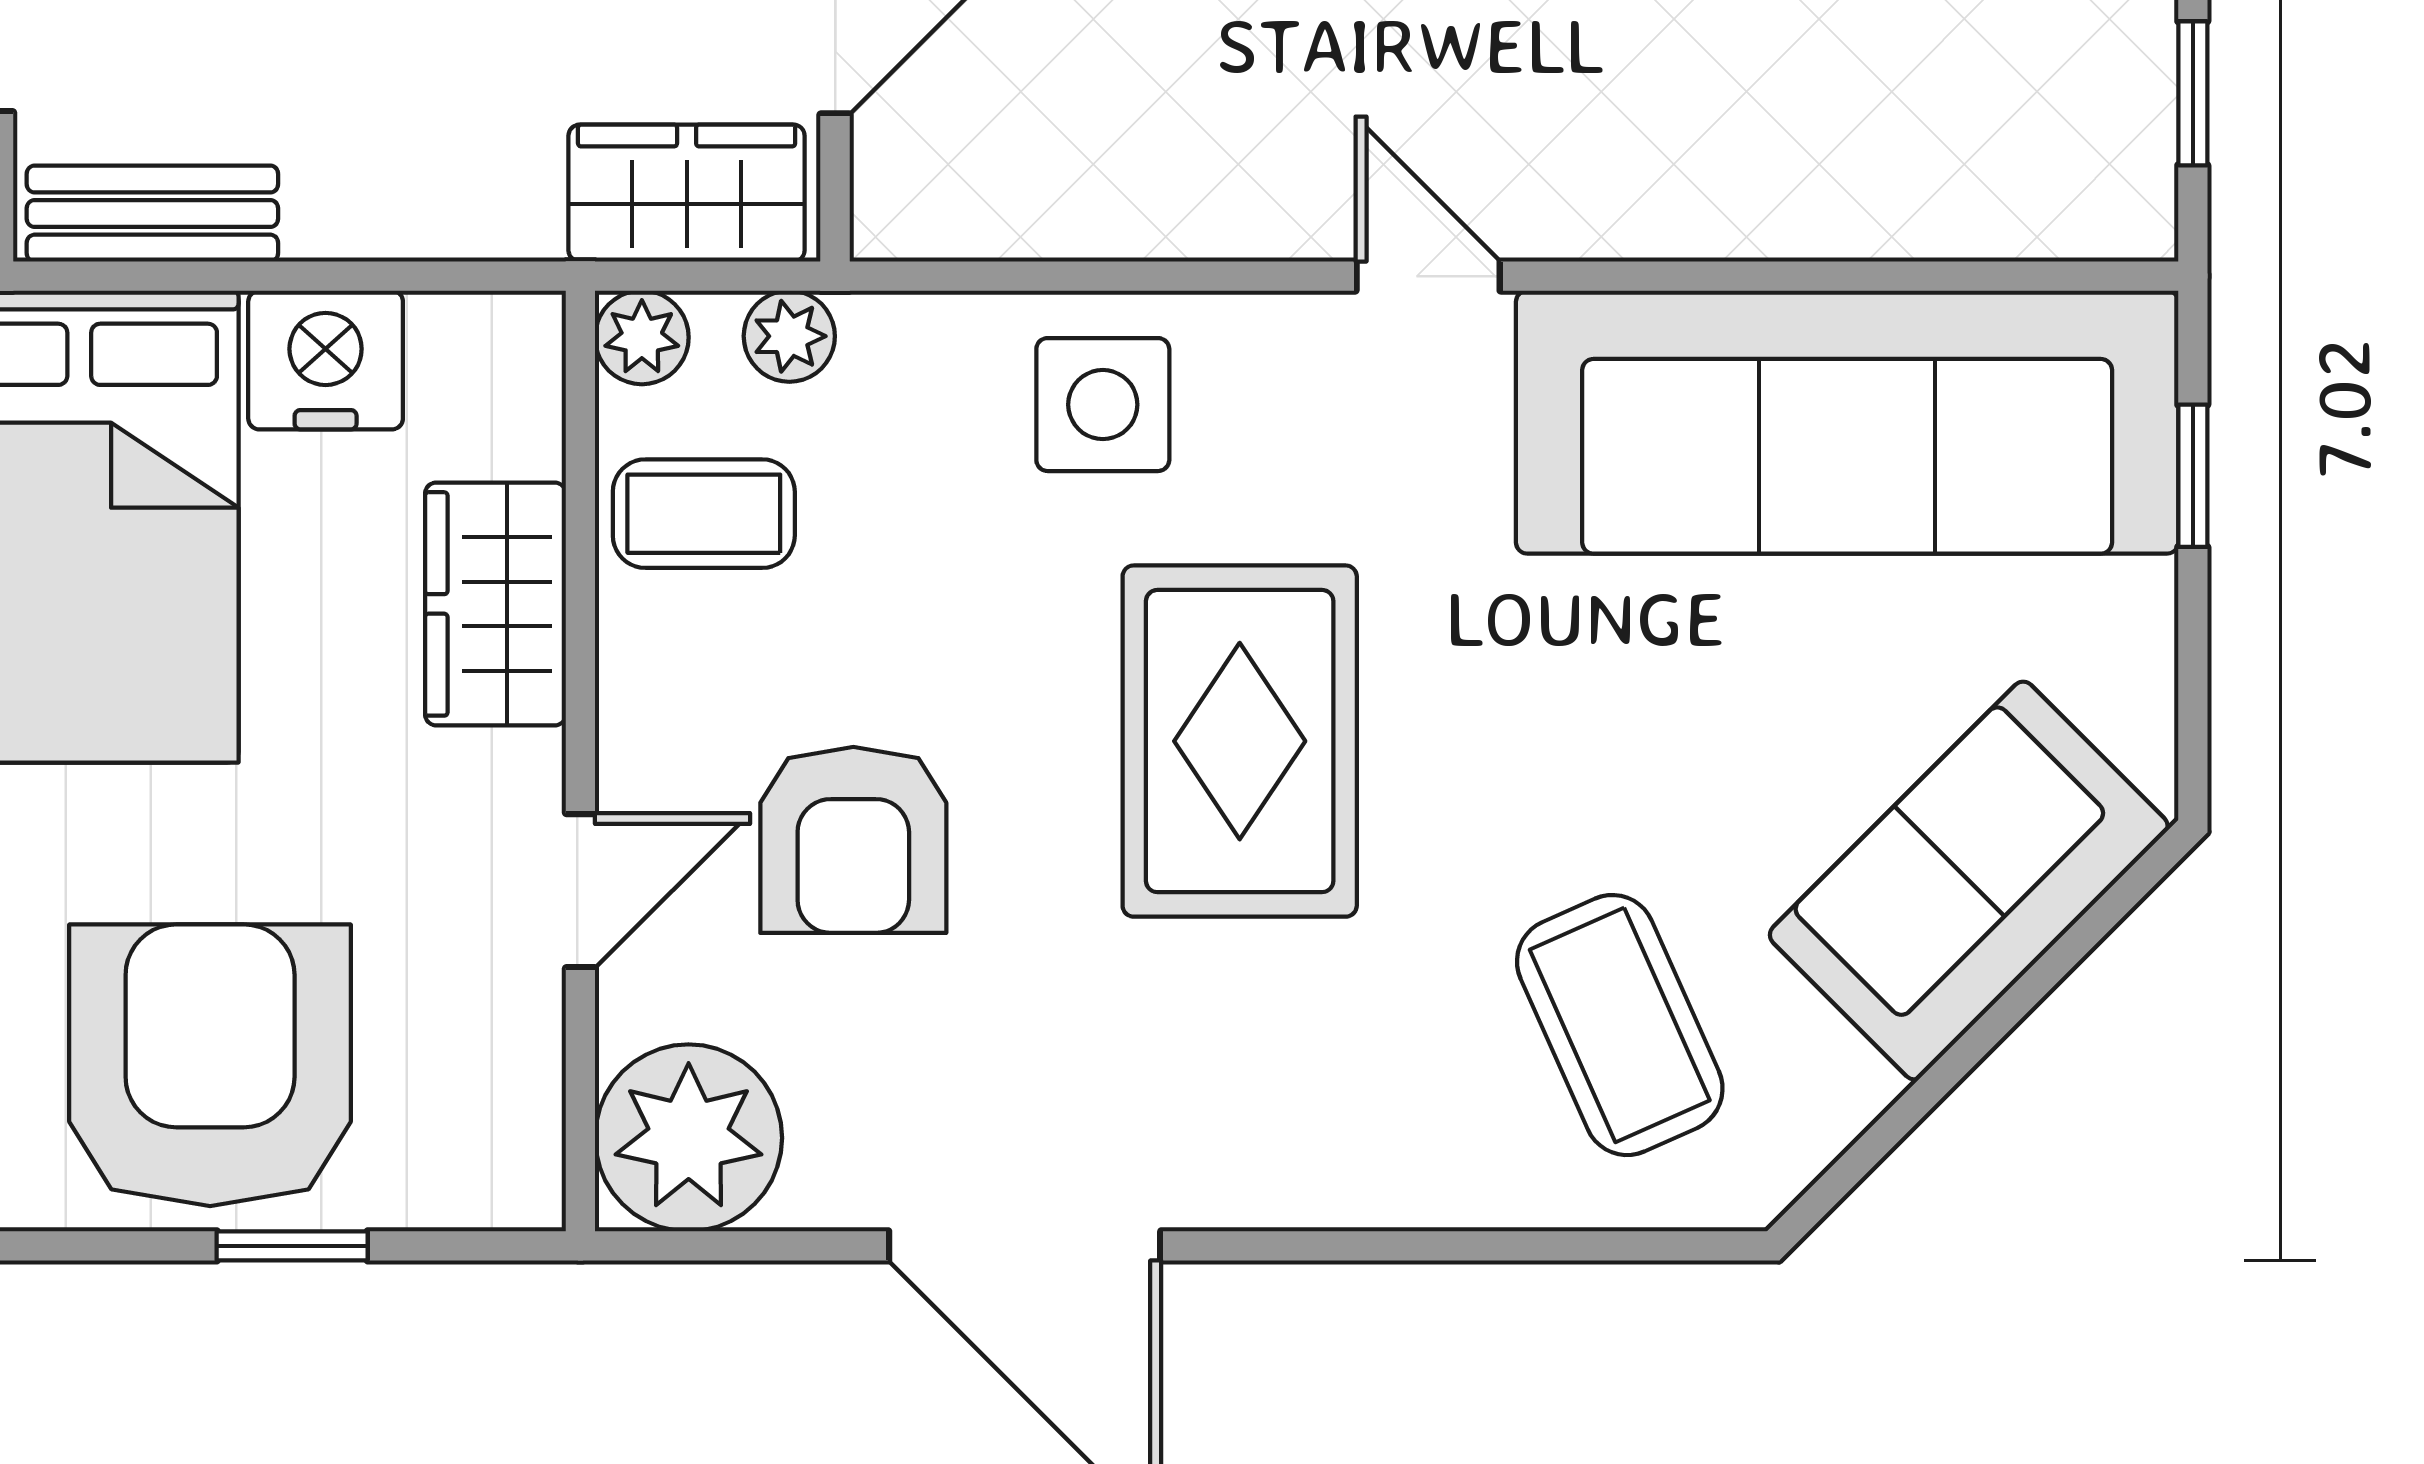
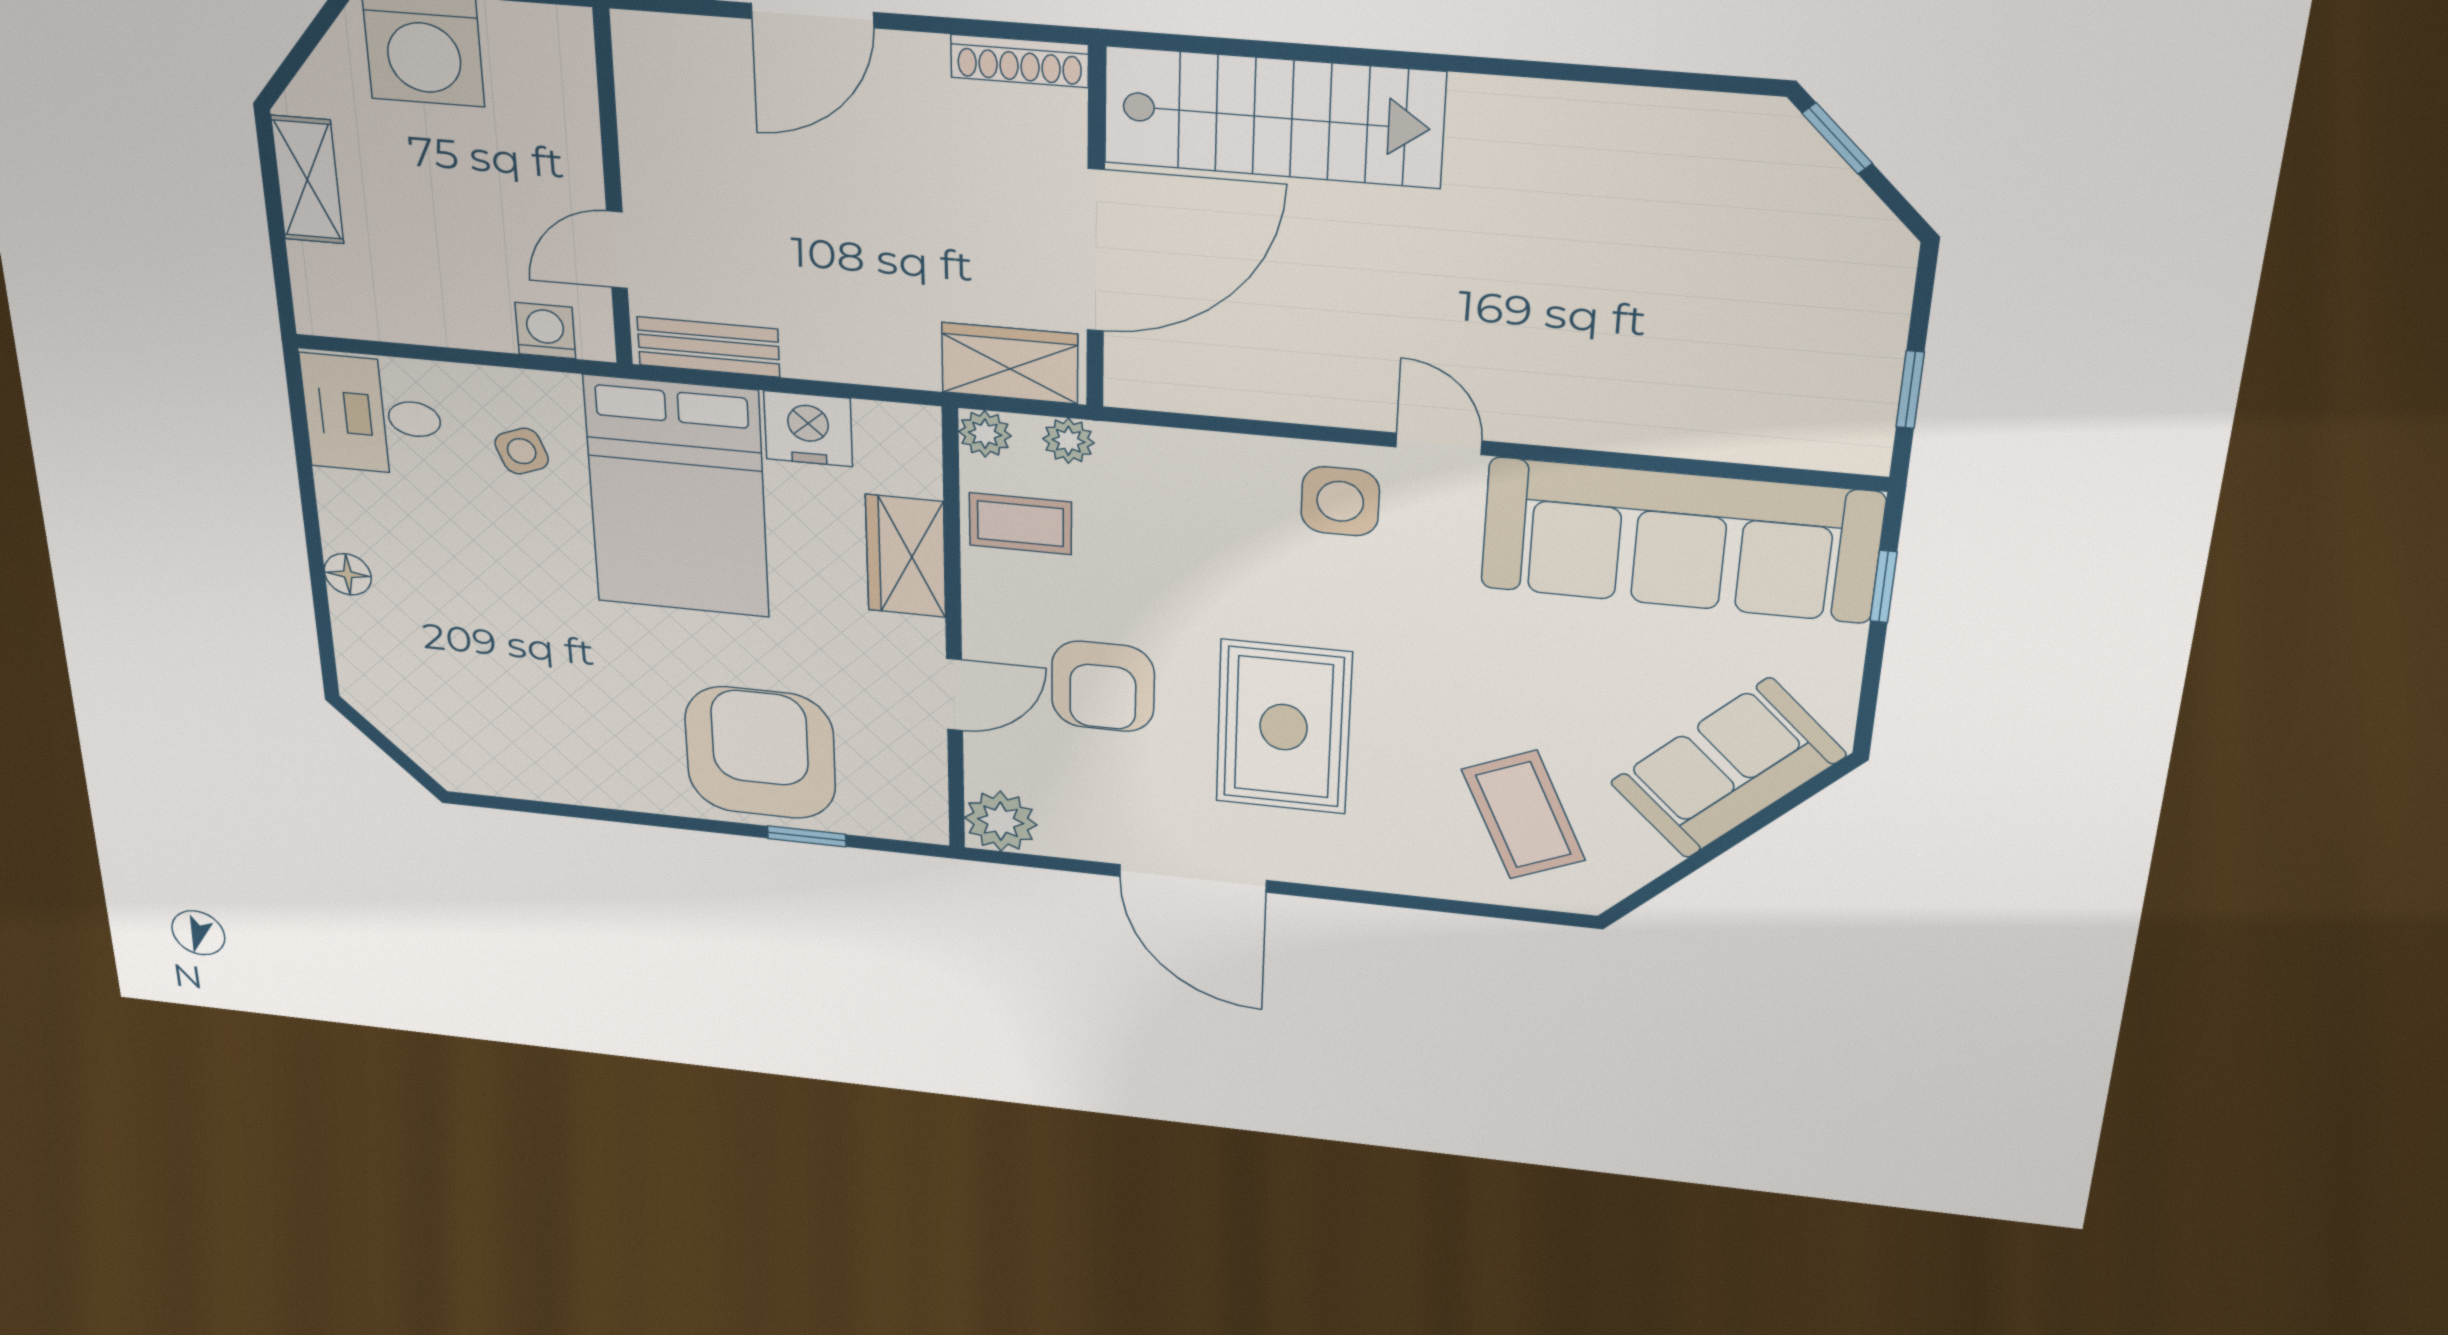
side table: (1103, 405) -> (1340, 501), moved
rug: (1240, 741) -> (1284, 727), moved
plant: (689, 1138) -> (1001, 821), width x0.73, depth x0.73

